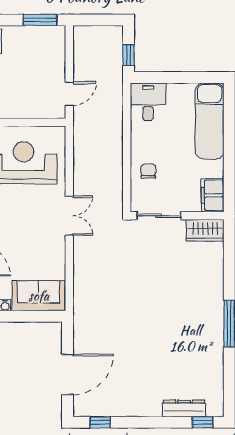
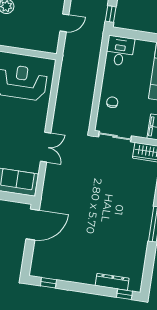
door: (69, 94) -> (64, 23), moved
double door: (69, 216) -> (46, 147), moved
door: (68, 374) -> (33, 224), moved

